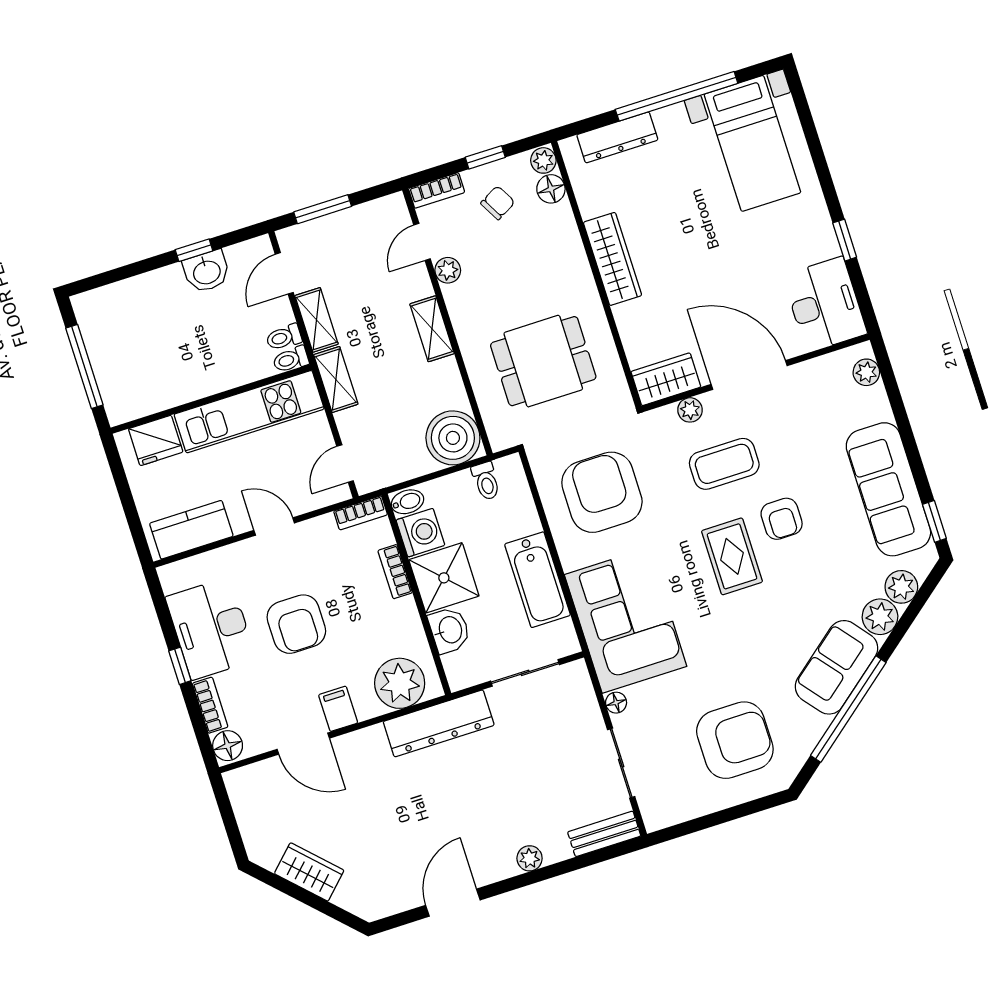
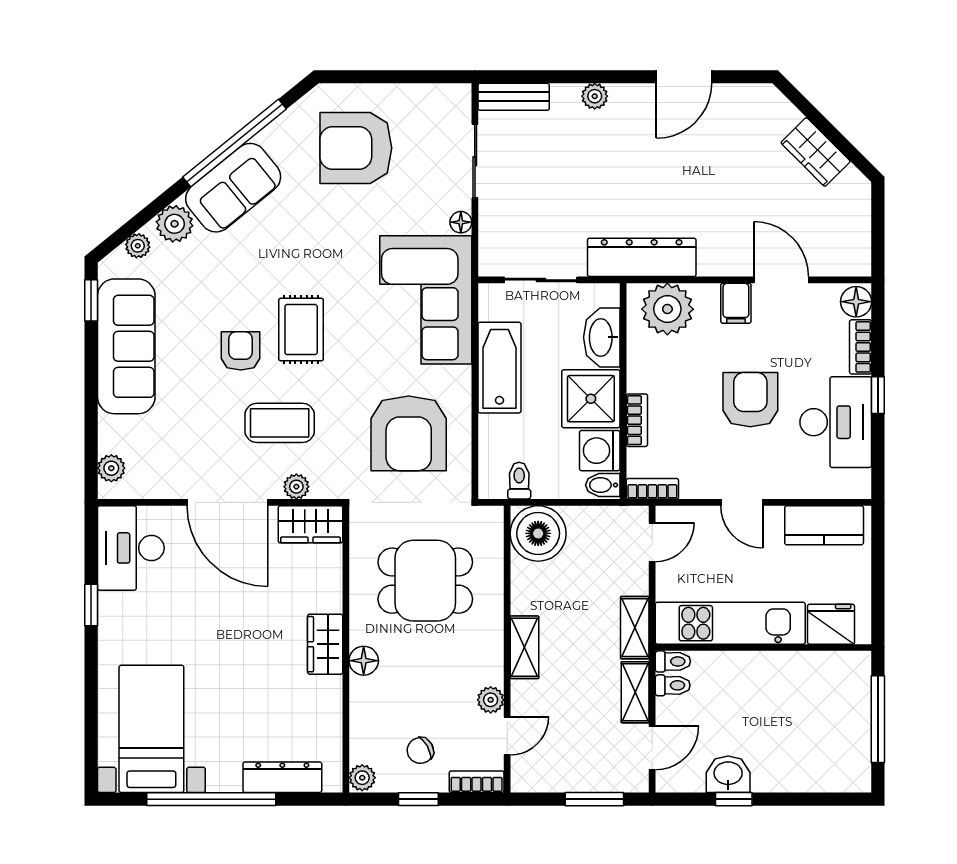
floor lamp: (551, 189) -> (364, 661), moved
wardrobe: (613, 259) -> (325, 644), width x0.67
plant: (901, 587) -> (138, 246), width x0.73, depth x0.73
washbasin: (449, 630) -> (602, 337), width x1.38

